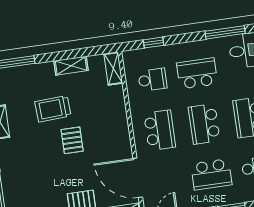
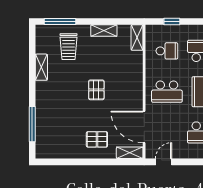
trolley: (53, 109) -> (69, 47), moved, turned -87
school desk: (160, 130) -> (167, 92), turned 90

